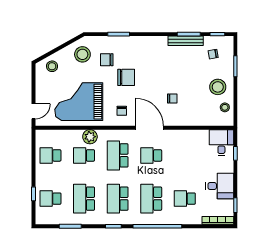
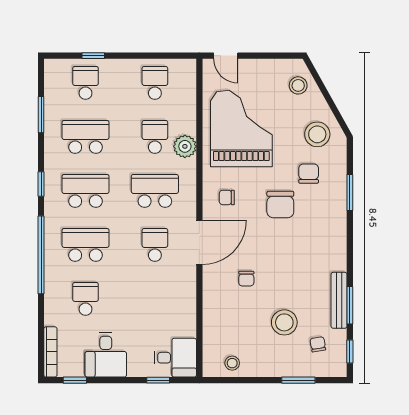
stool: (218, 87) -> (284, 322), moved

